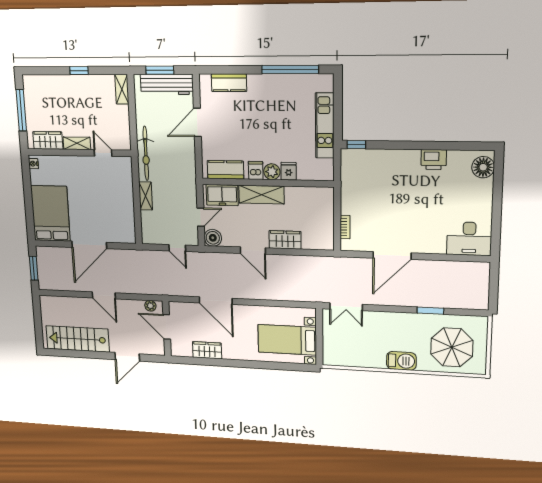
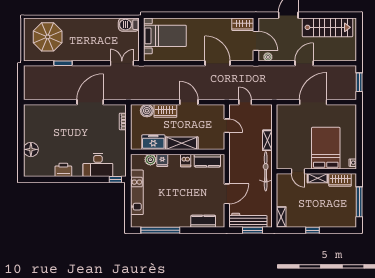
floor lamp: (483, 167) -> (31, 149), moved
plant: (272, 172) -> (150, 160), moved
freezer: (222, 195) -> (153, 142), moved
bed: (51, 214) -> (326, 148), moved, turned 180
door: (201, 217) -> (227, 126), swing flipped
boiler: (213, 238) -> (147, 111), moved
desk: (469, 239) -> (98, 165), moved, turned 180
door: (104, 295) -> (304, 63), hinge flipped
wardrobe: (207, 350) -> (243, 24), moved
barbecue: (401, 361) -> (129, 25), moved

